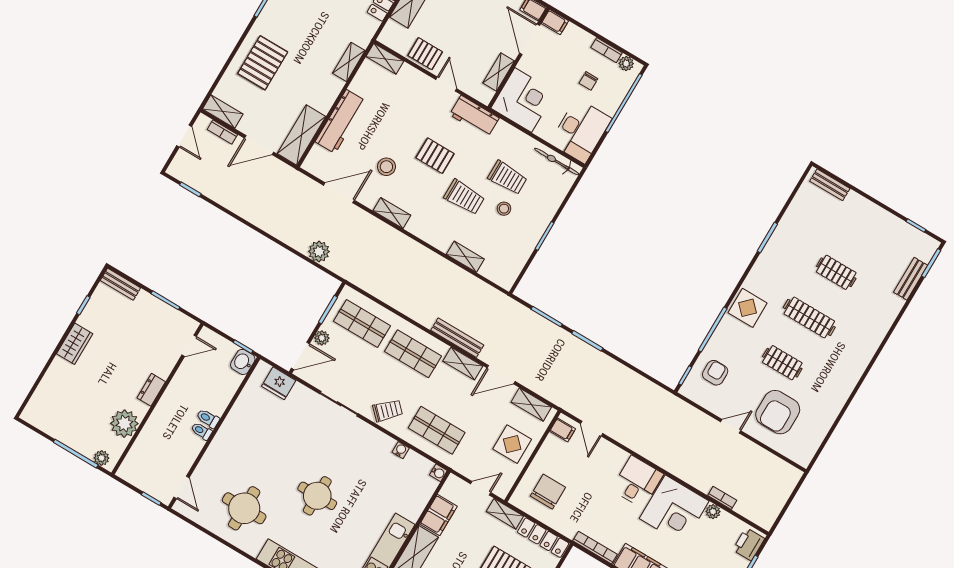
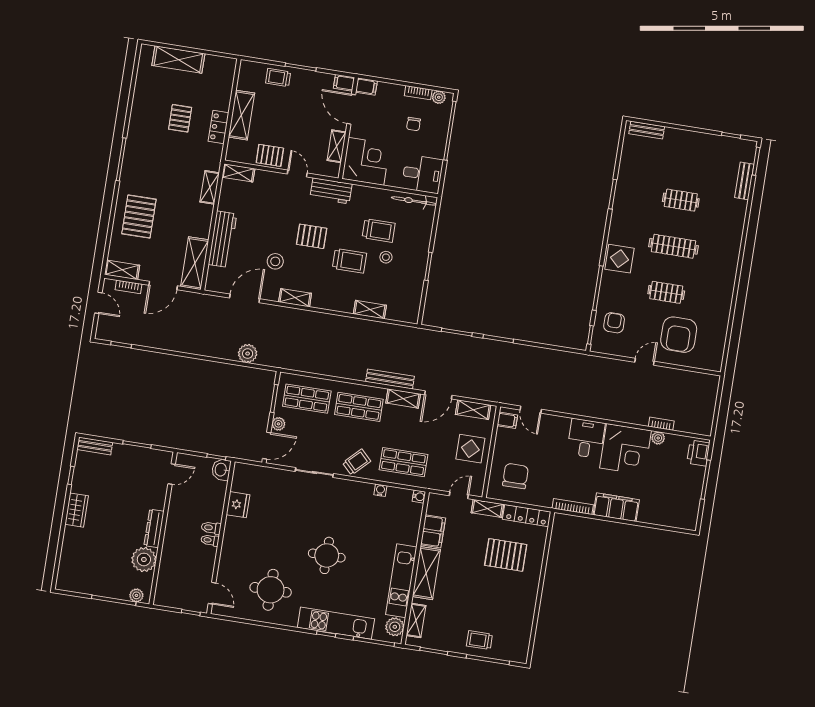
desk: (581, 131) -> (422, 174), width x0.73
fridge: (279, 383) -> (238, 505), moved, turned -90
dresser: (151, 390) -> (154, 528), width x1.44

